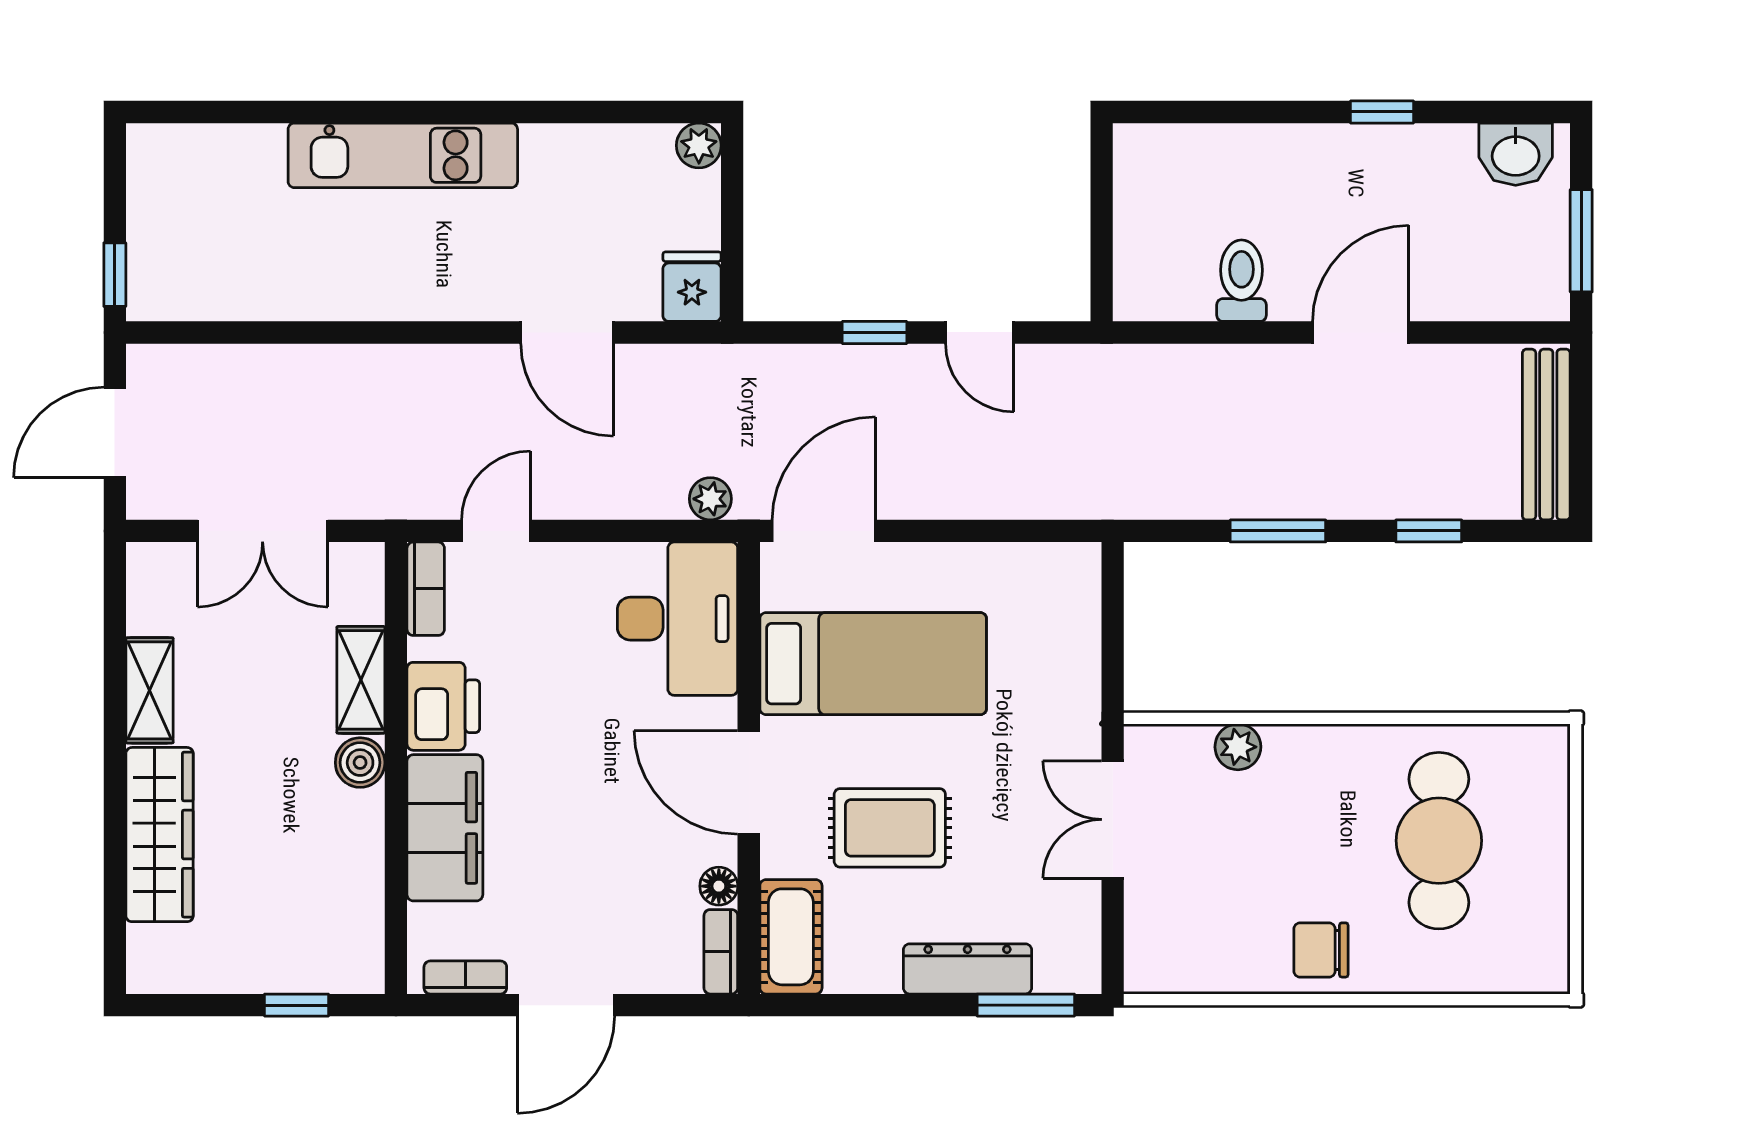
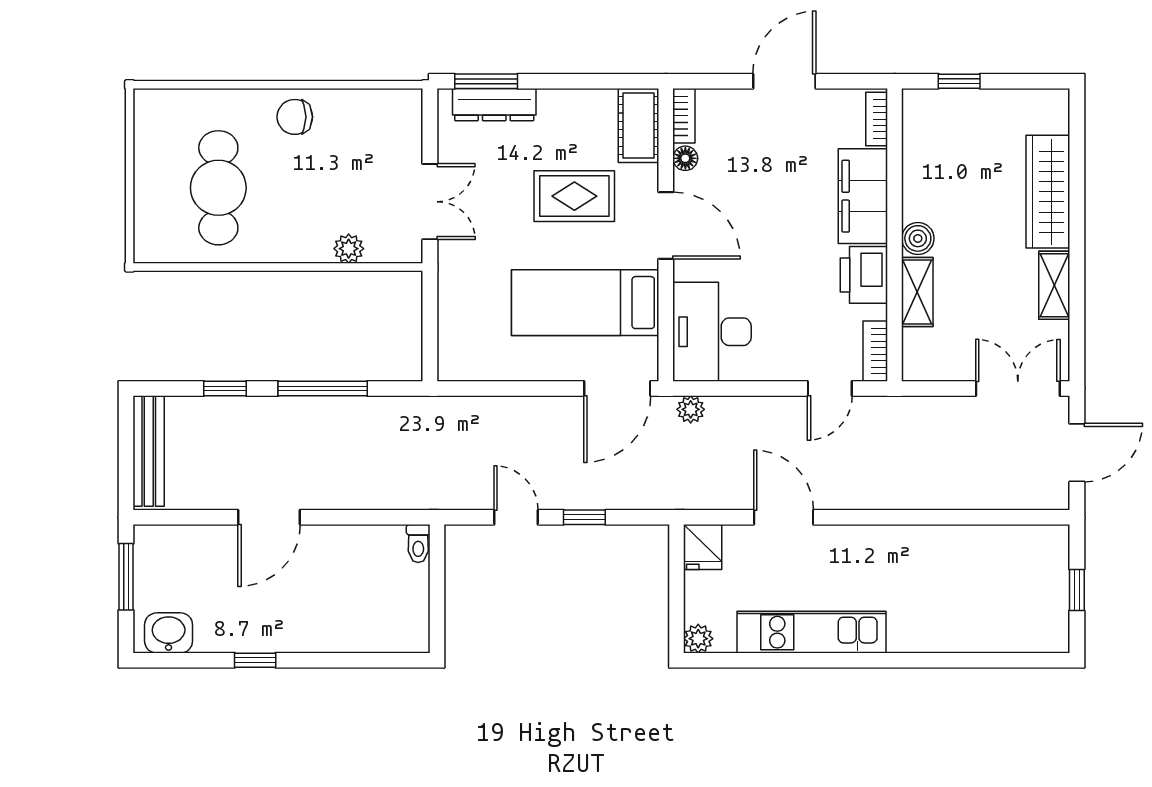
kitchen unit: (403, 155) -> (812, 632), moved
window: (115, 275) -> (1077, 590), moved
toilet: (1241, 281) -> (418, 544), moved, width x0.73, depth x0.72
double door: (263, 531) -> (1018, 389), moved
window: (1278, 531) -> (323, 389), width x1.44
chair: (1321, 950) -> (295, 117), turned 180
dresser: (968, 969) -> (494, 105), moved
bookcase: (465, 977) -> (877, 119), moved, turned 90

